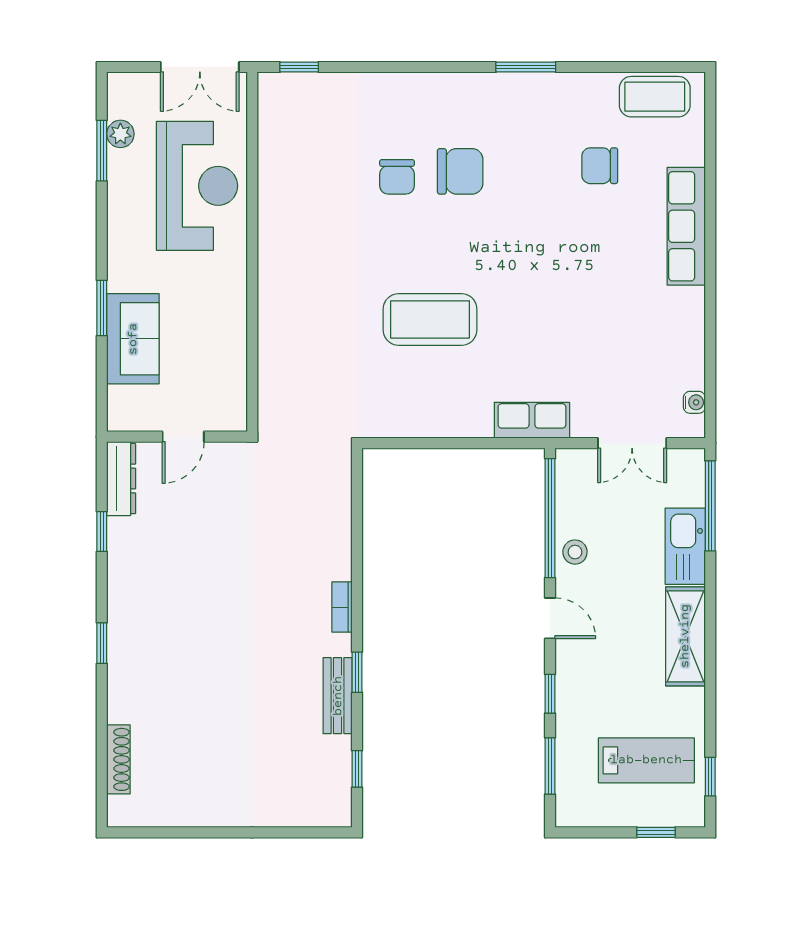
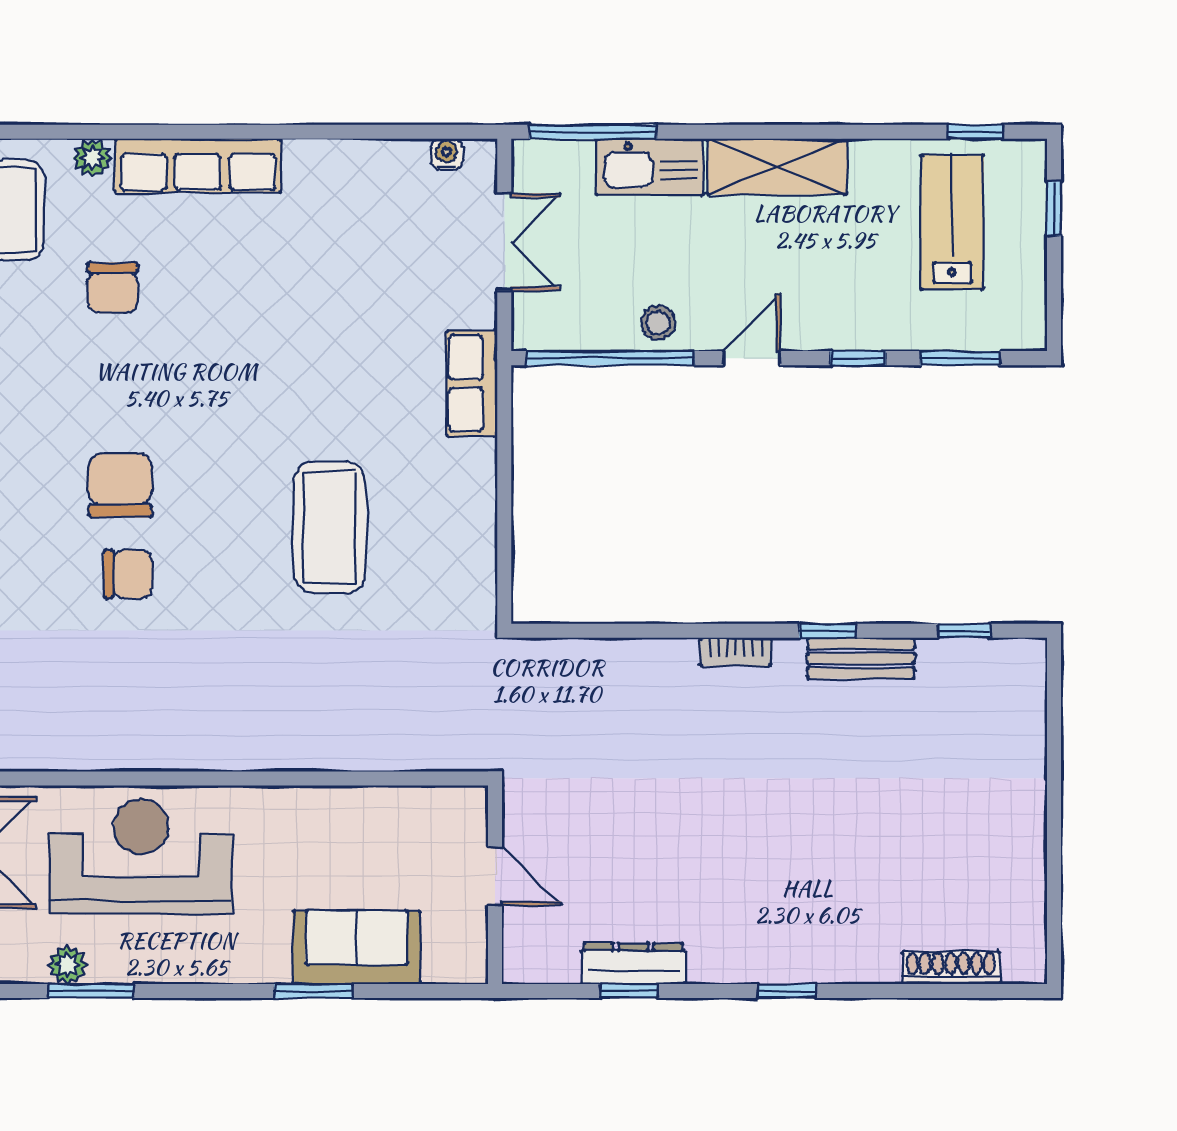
plant: (692, 151) -> (92, 158), added
dresser: (121, 479) -> (633, 964), moved

